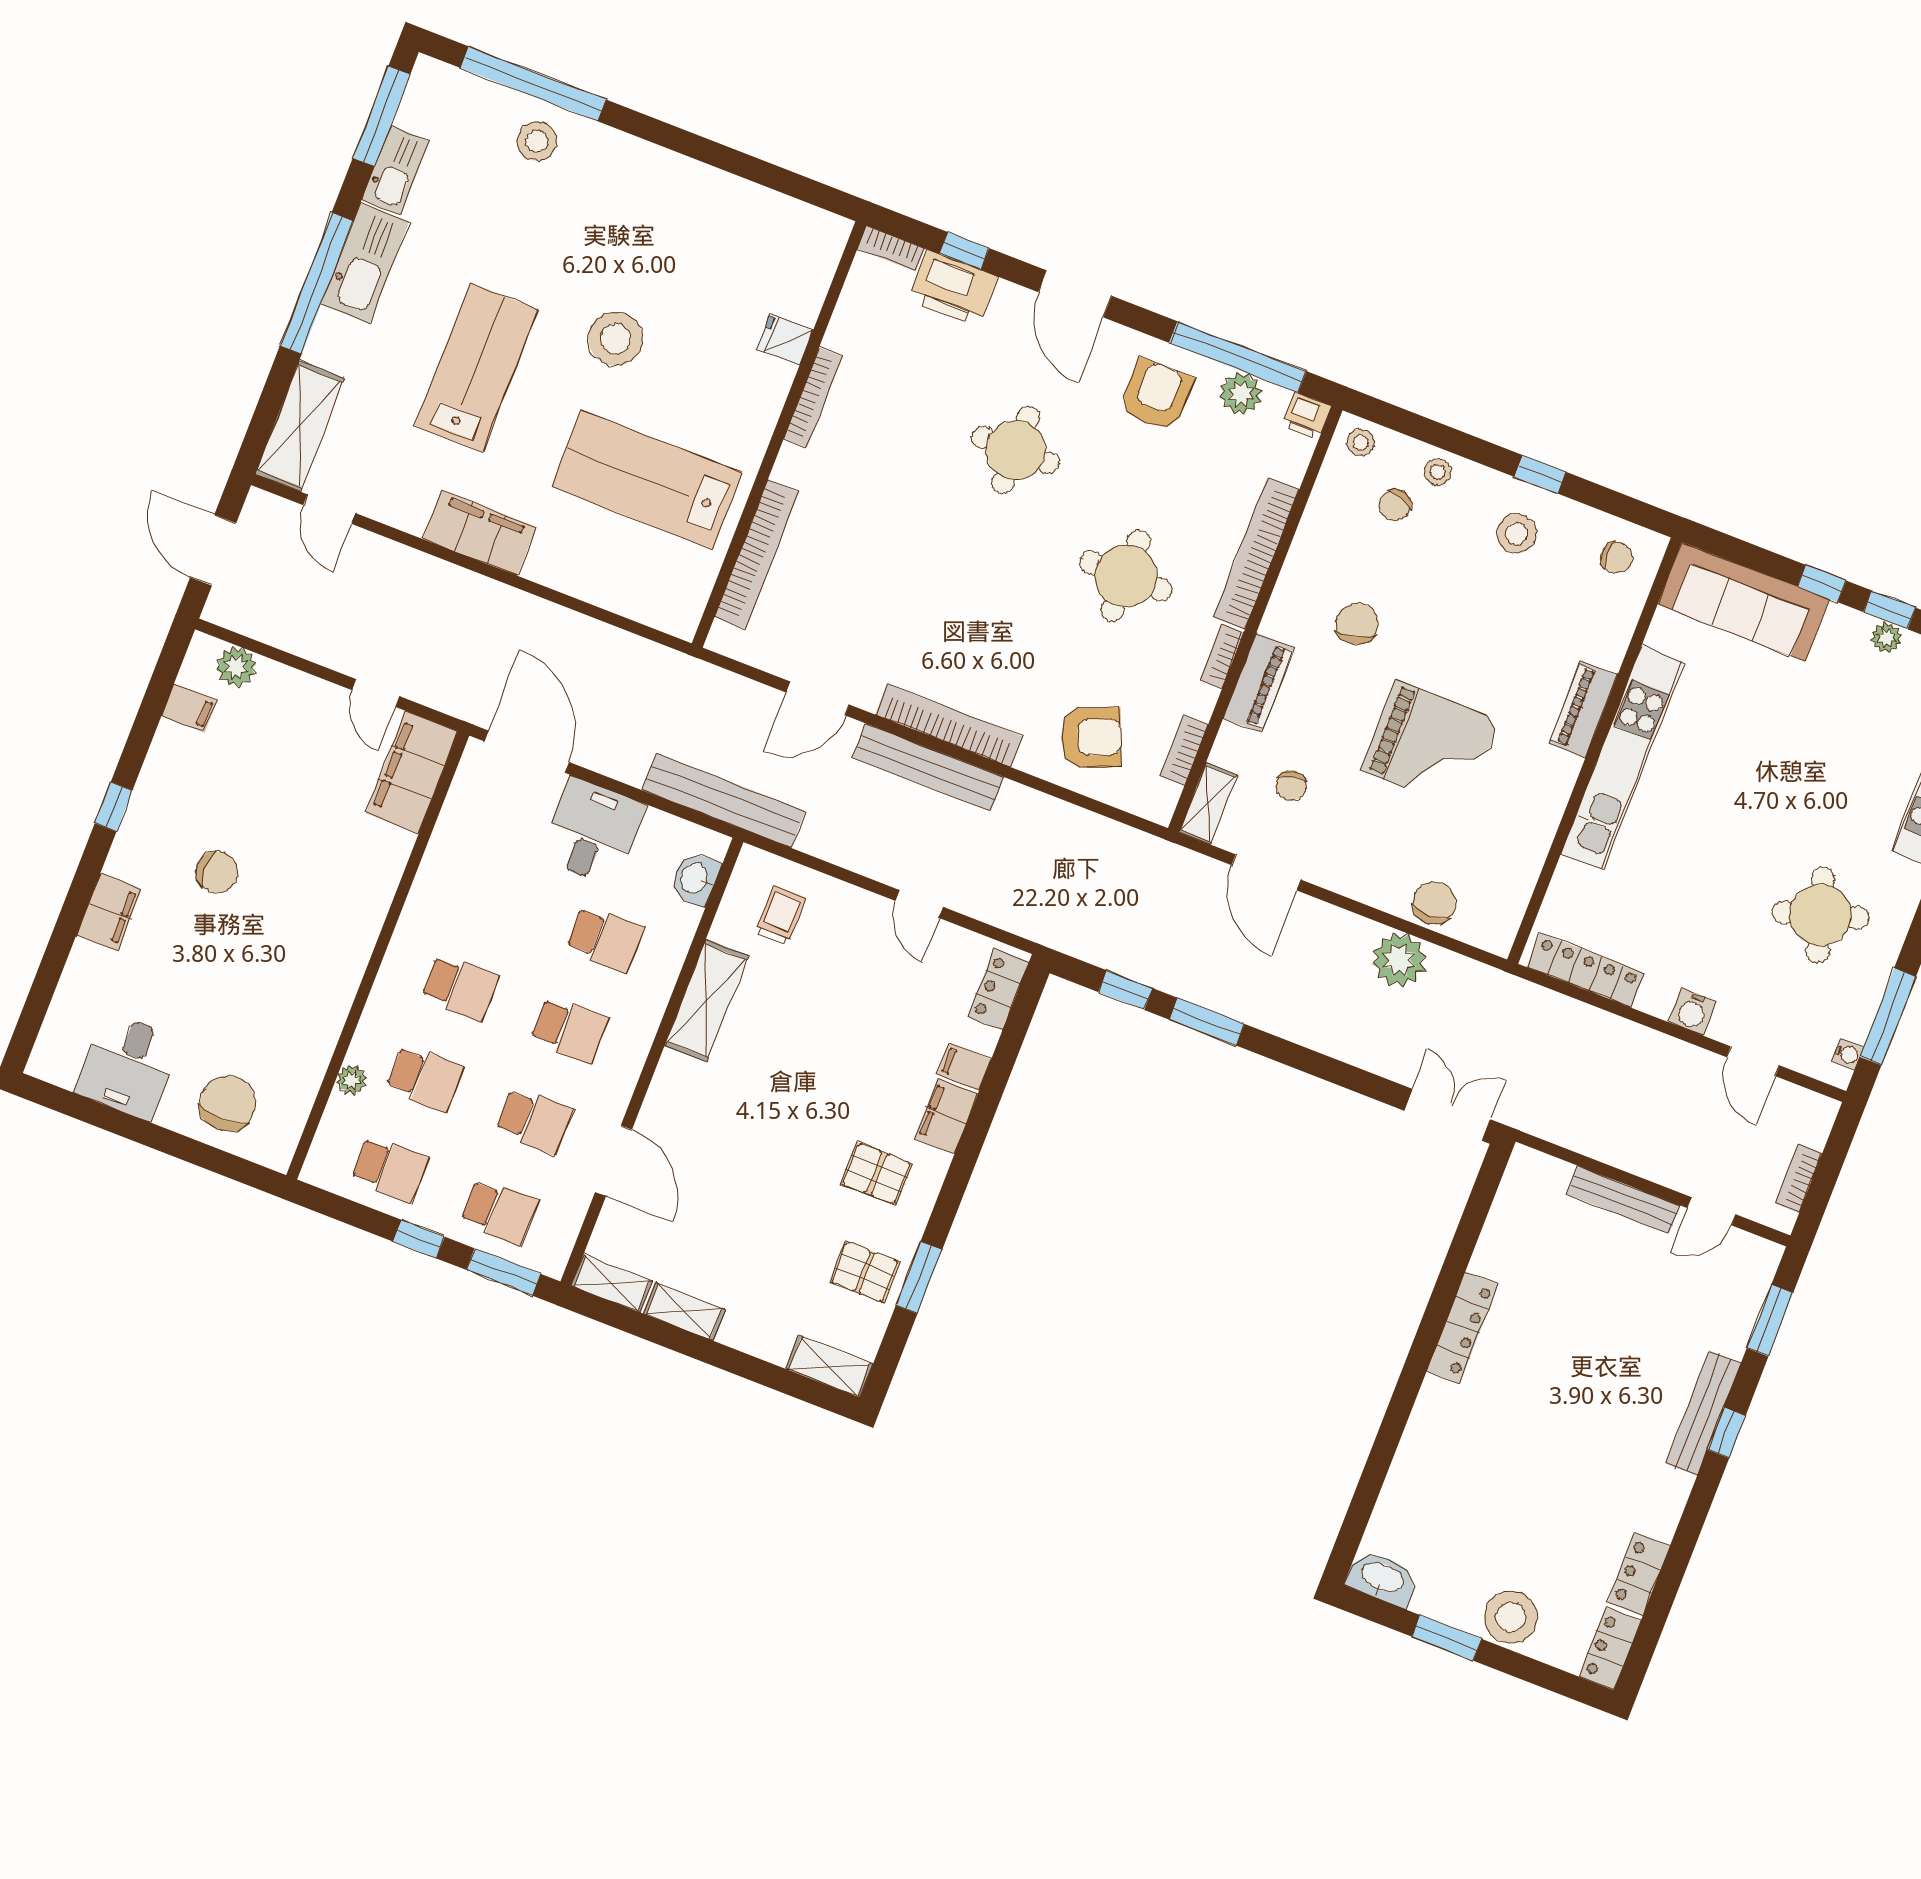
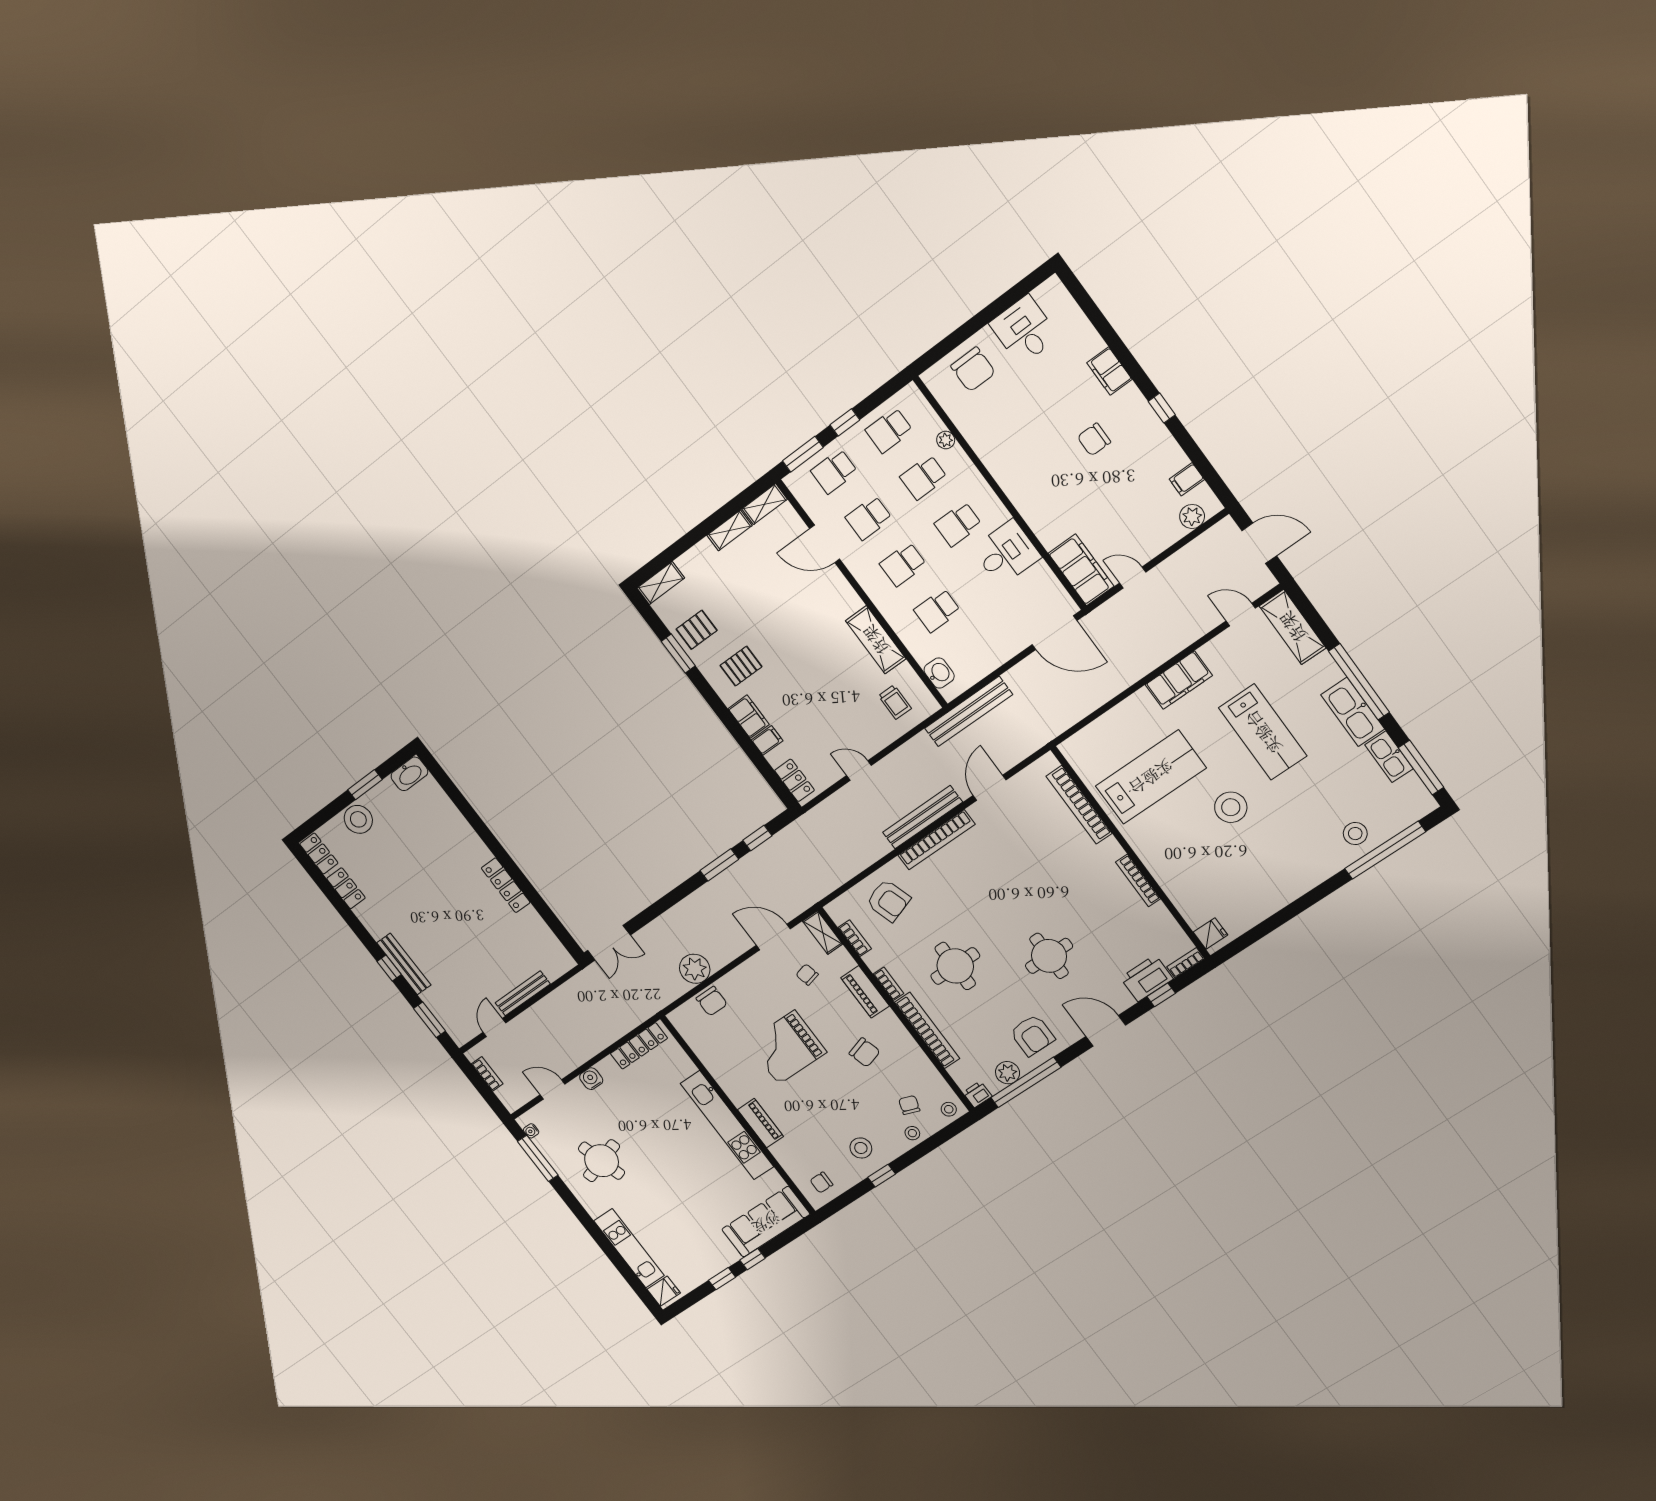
fridge: (785, 339) -> (1210, 934), moved
plant: (1886, 638) -> (710, 1269), removed
armchair: (1091, 737) -> (888, 901), turned -86
desk: (592, 832) -> (1006, 553), moved, turned -90

